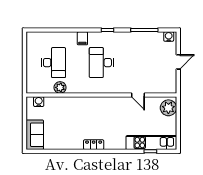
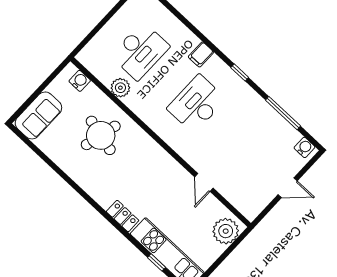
round table: (71, 117) -> (101, 135), added
locker: (94, 145) -> (123, 216), moved

